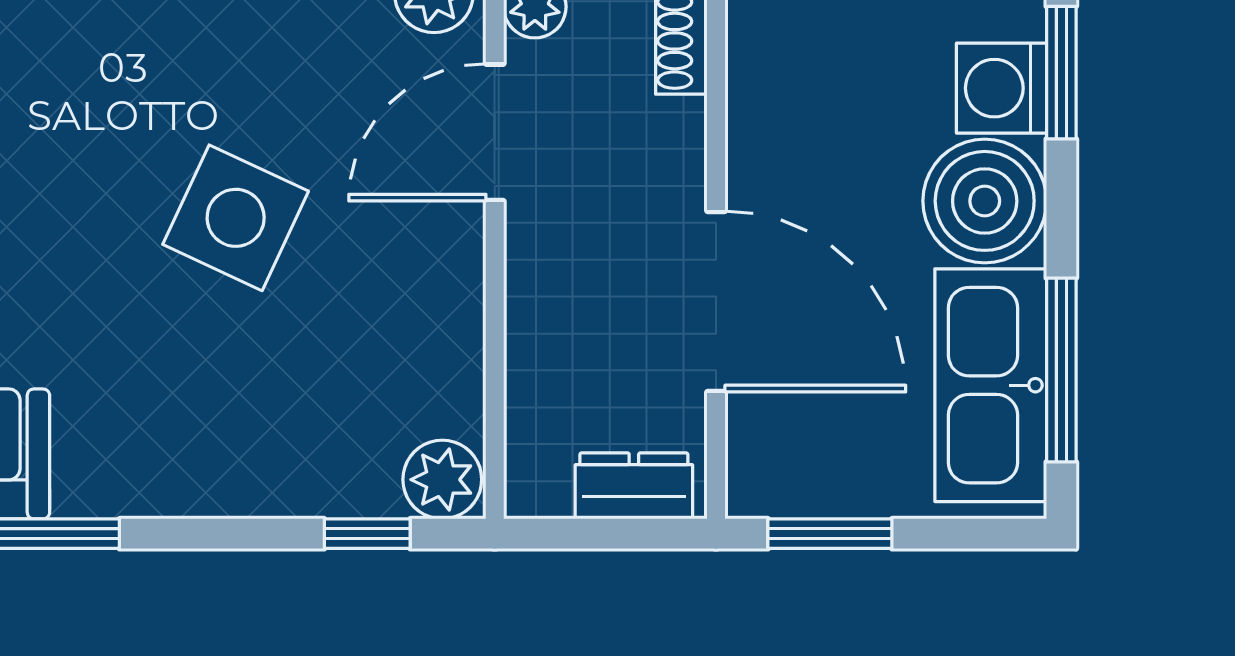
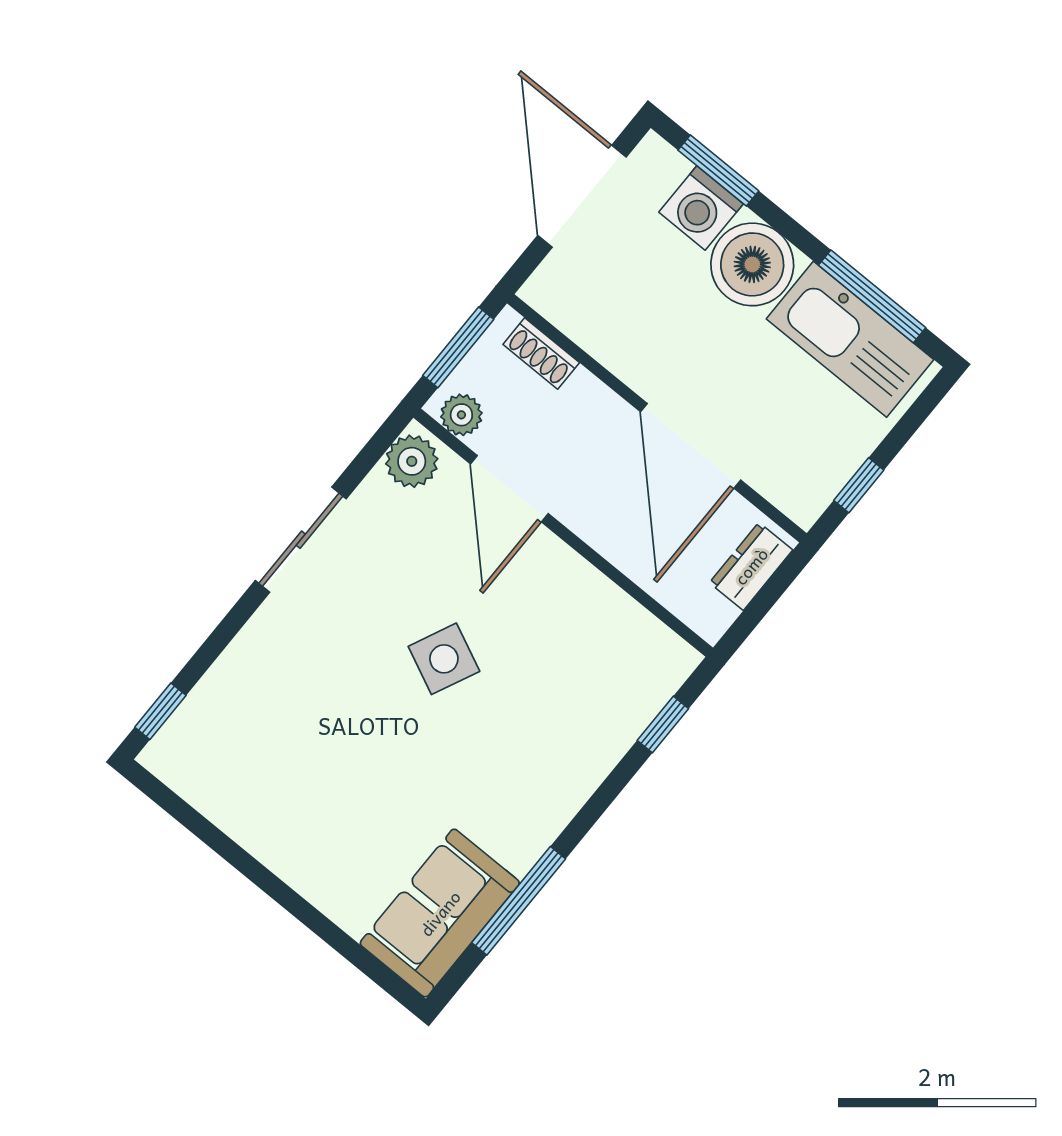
side table: (236, 218) -> (444, 659), width x0.73, depth x0.73
door: (716, 301) -> (691, 446), swing flipped
plant: (442, 480) -> (667, 663), removed
window: (830, 534) -> (859, 485), width x0.67

